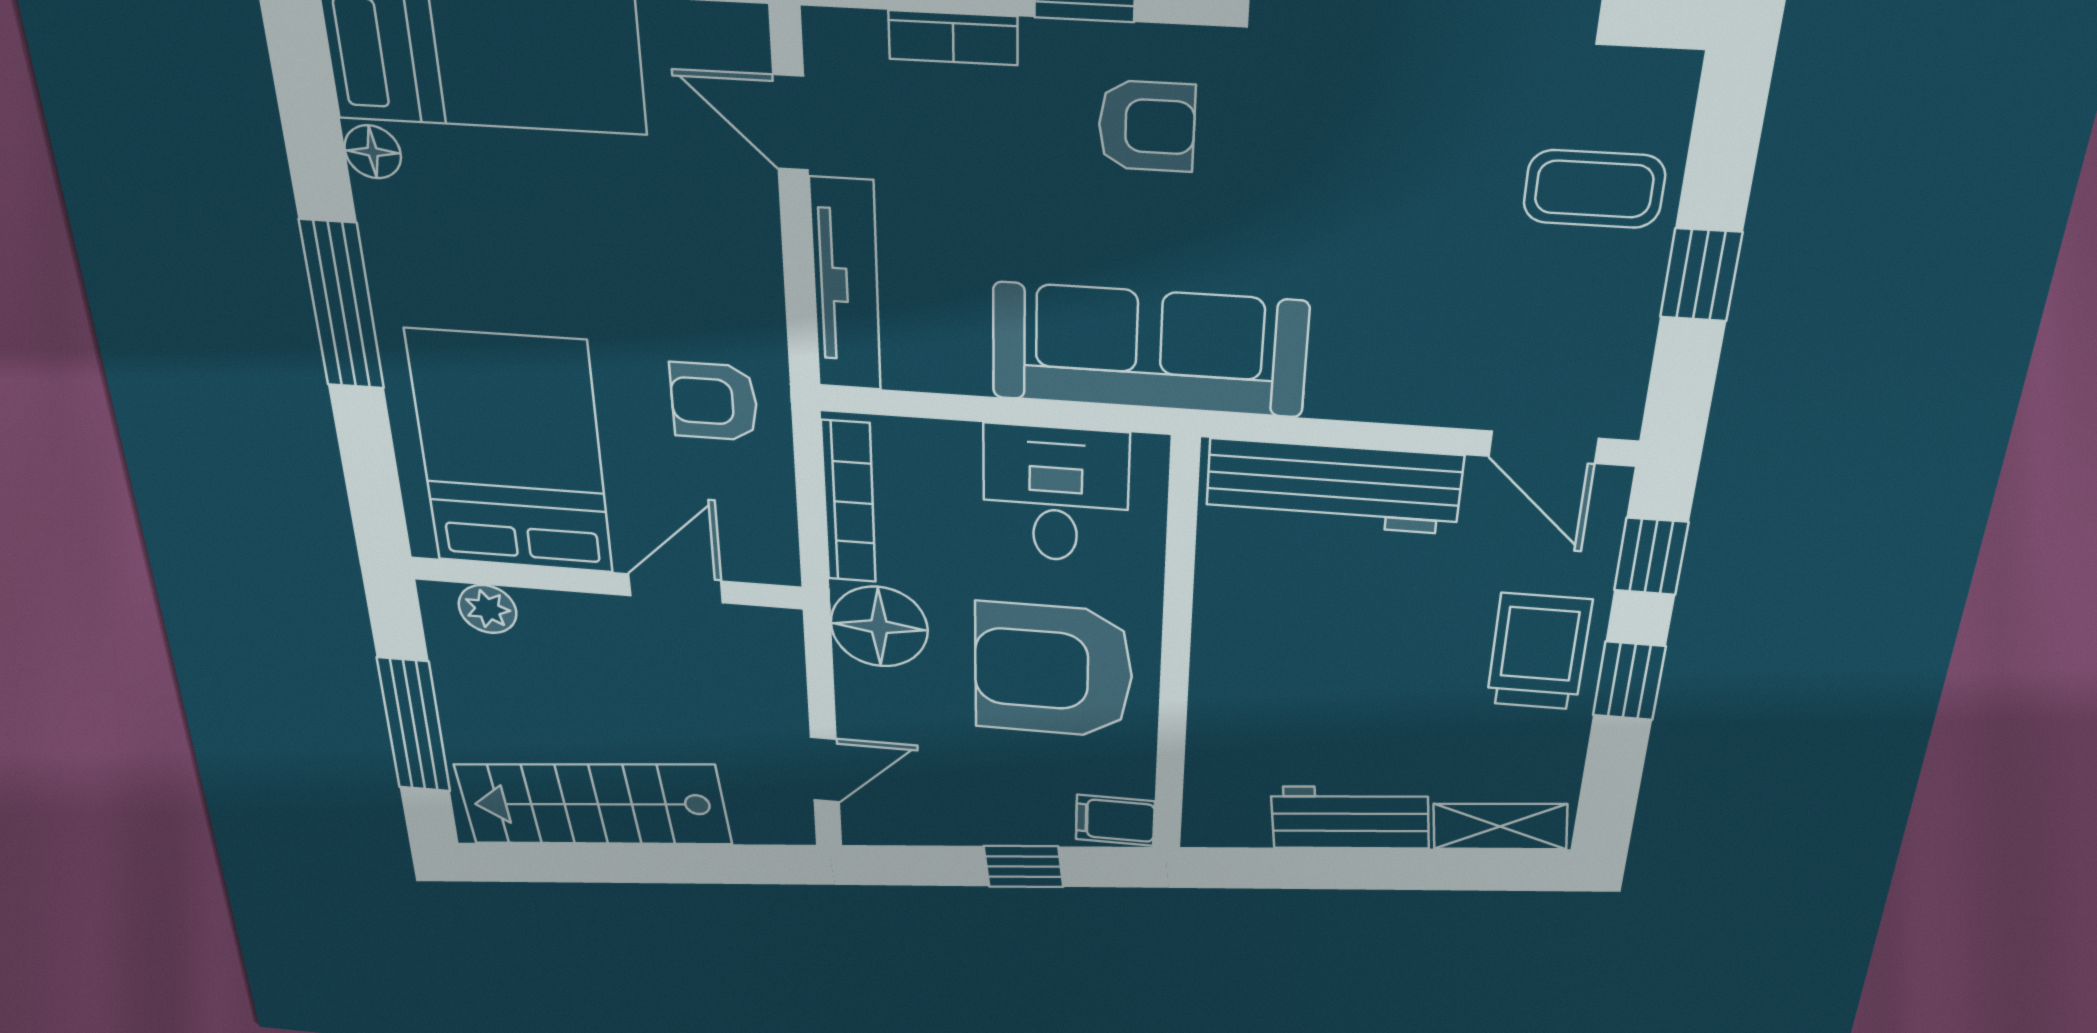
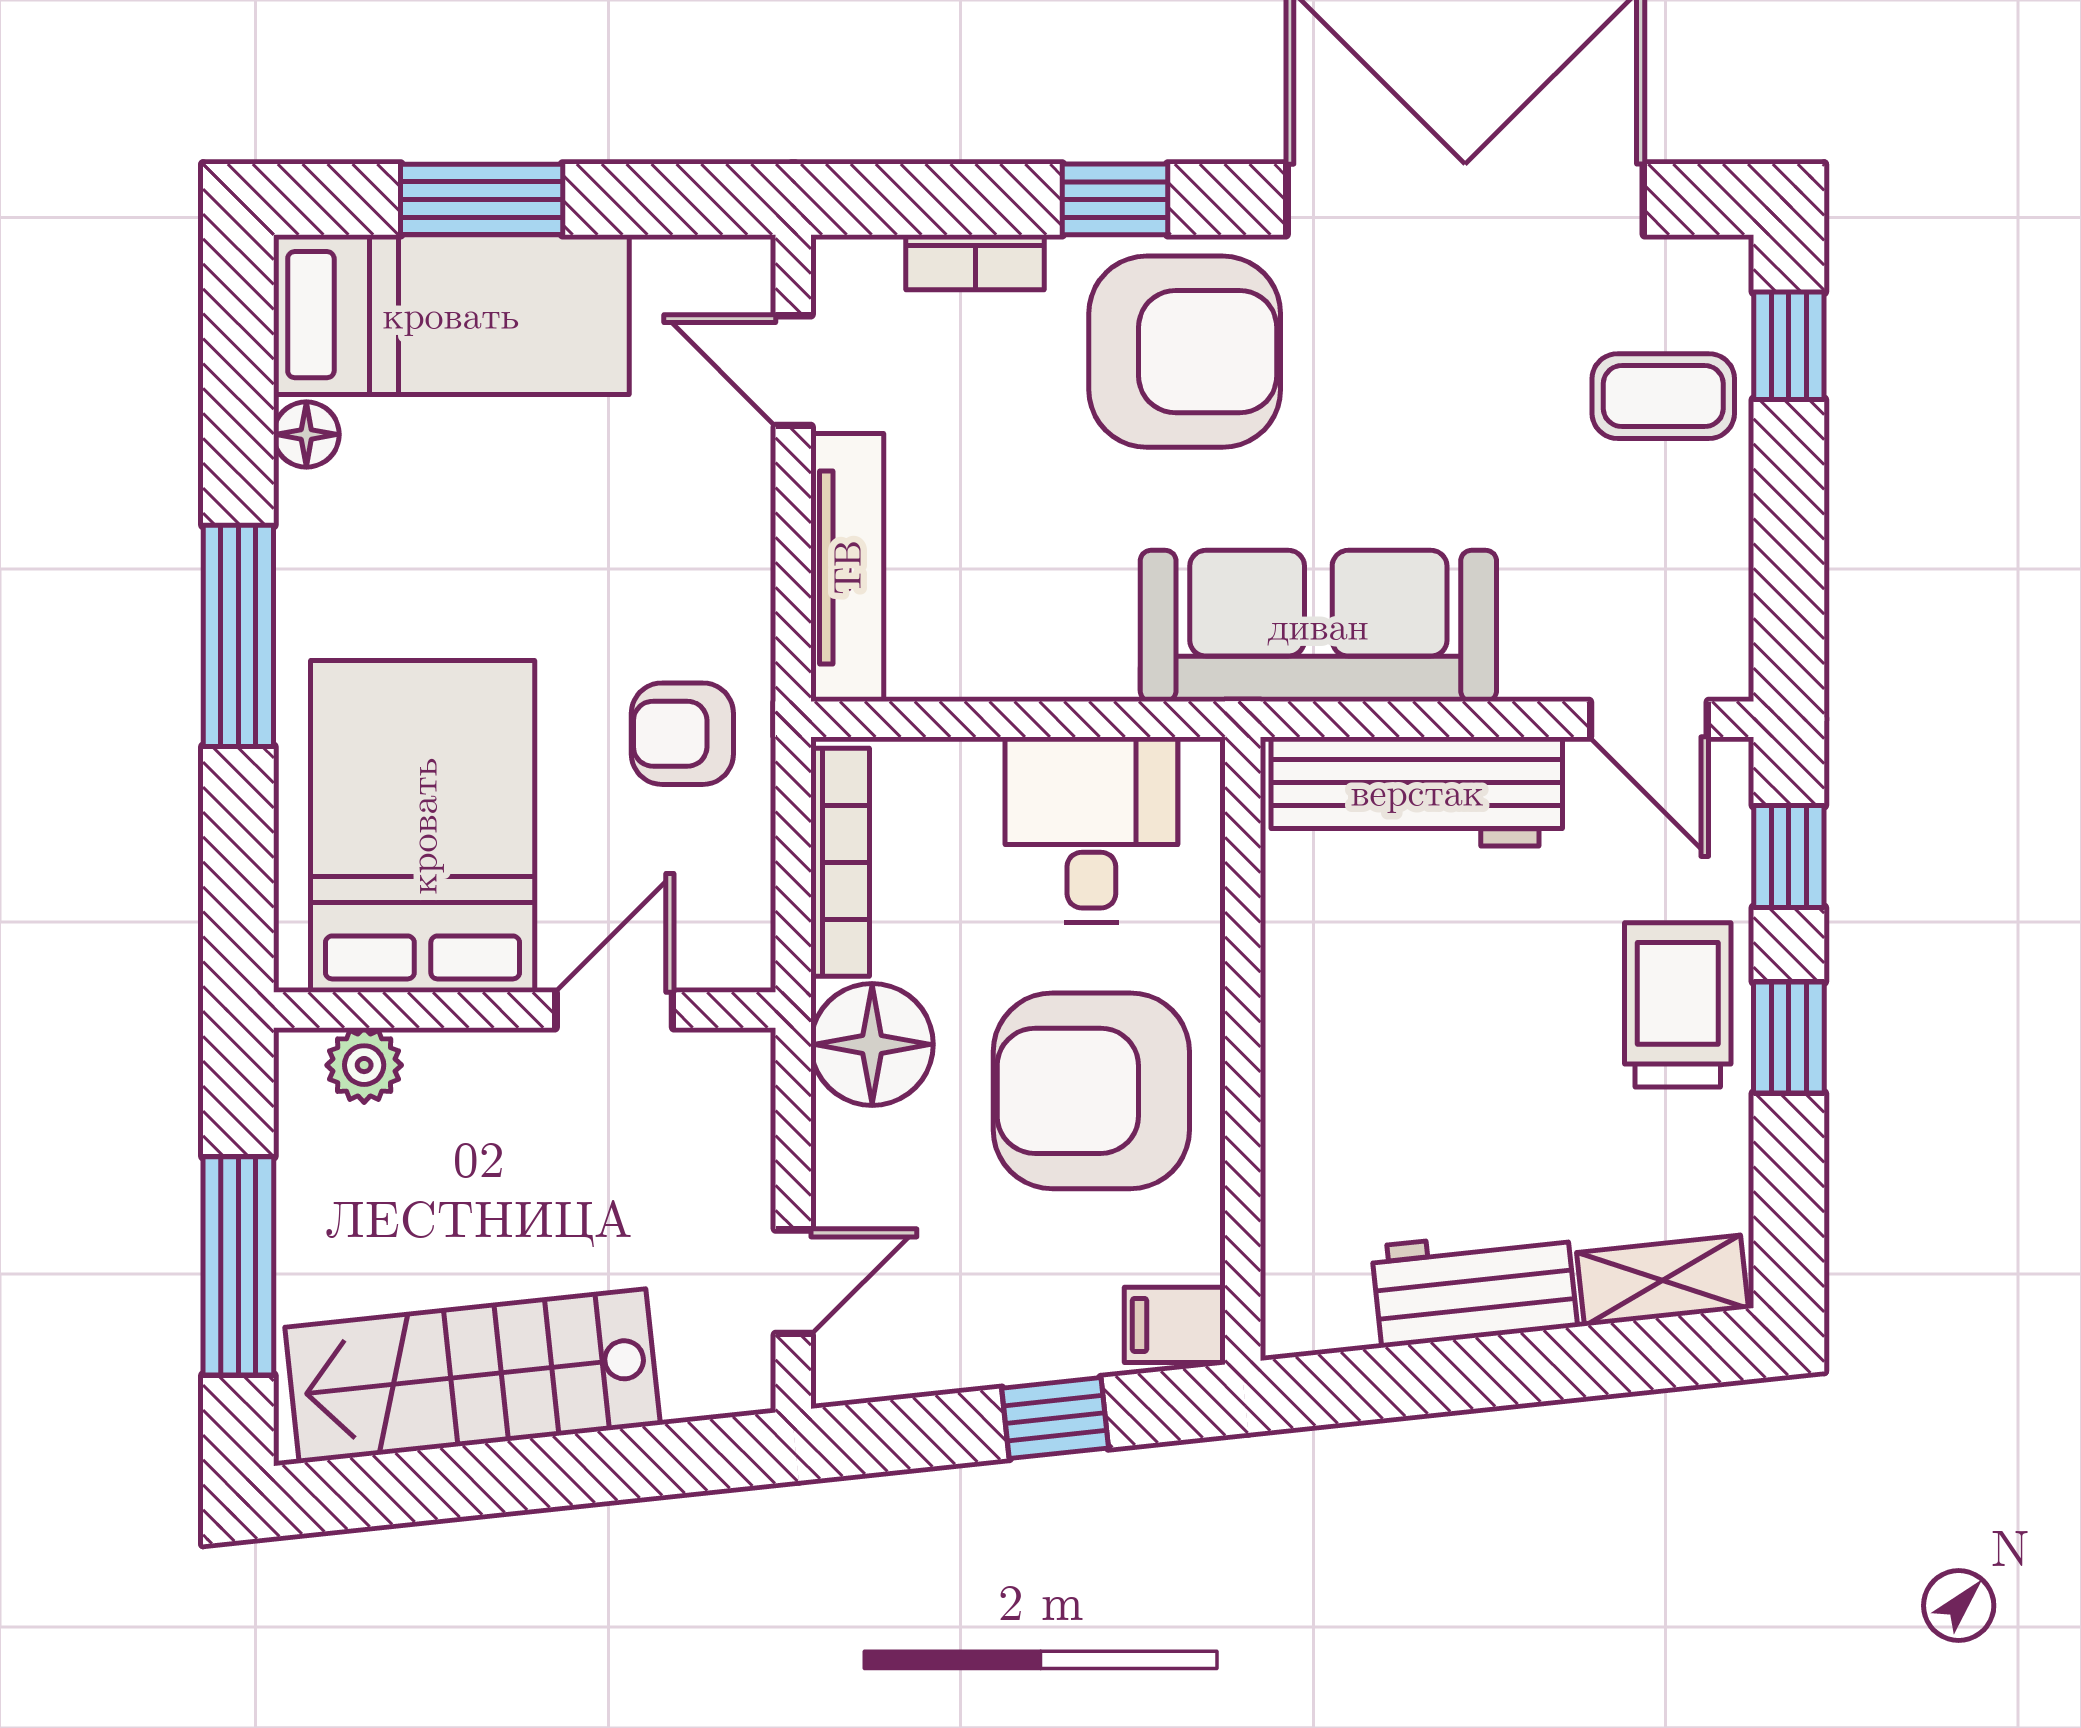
armchair: (1147, 126) -> (1185, 352), width x1.88, depth x1.88
window: (1701, 275) -> (1789, 346), moved
sofa: (1148, 350) -> (1318, 626), moved

